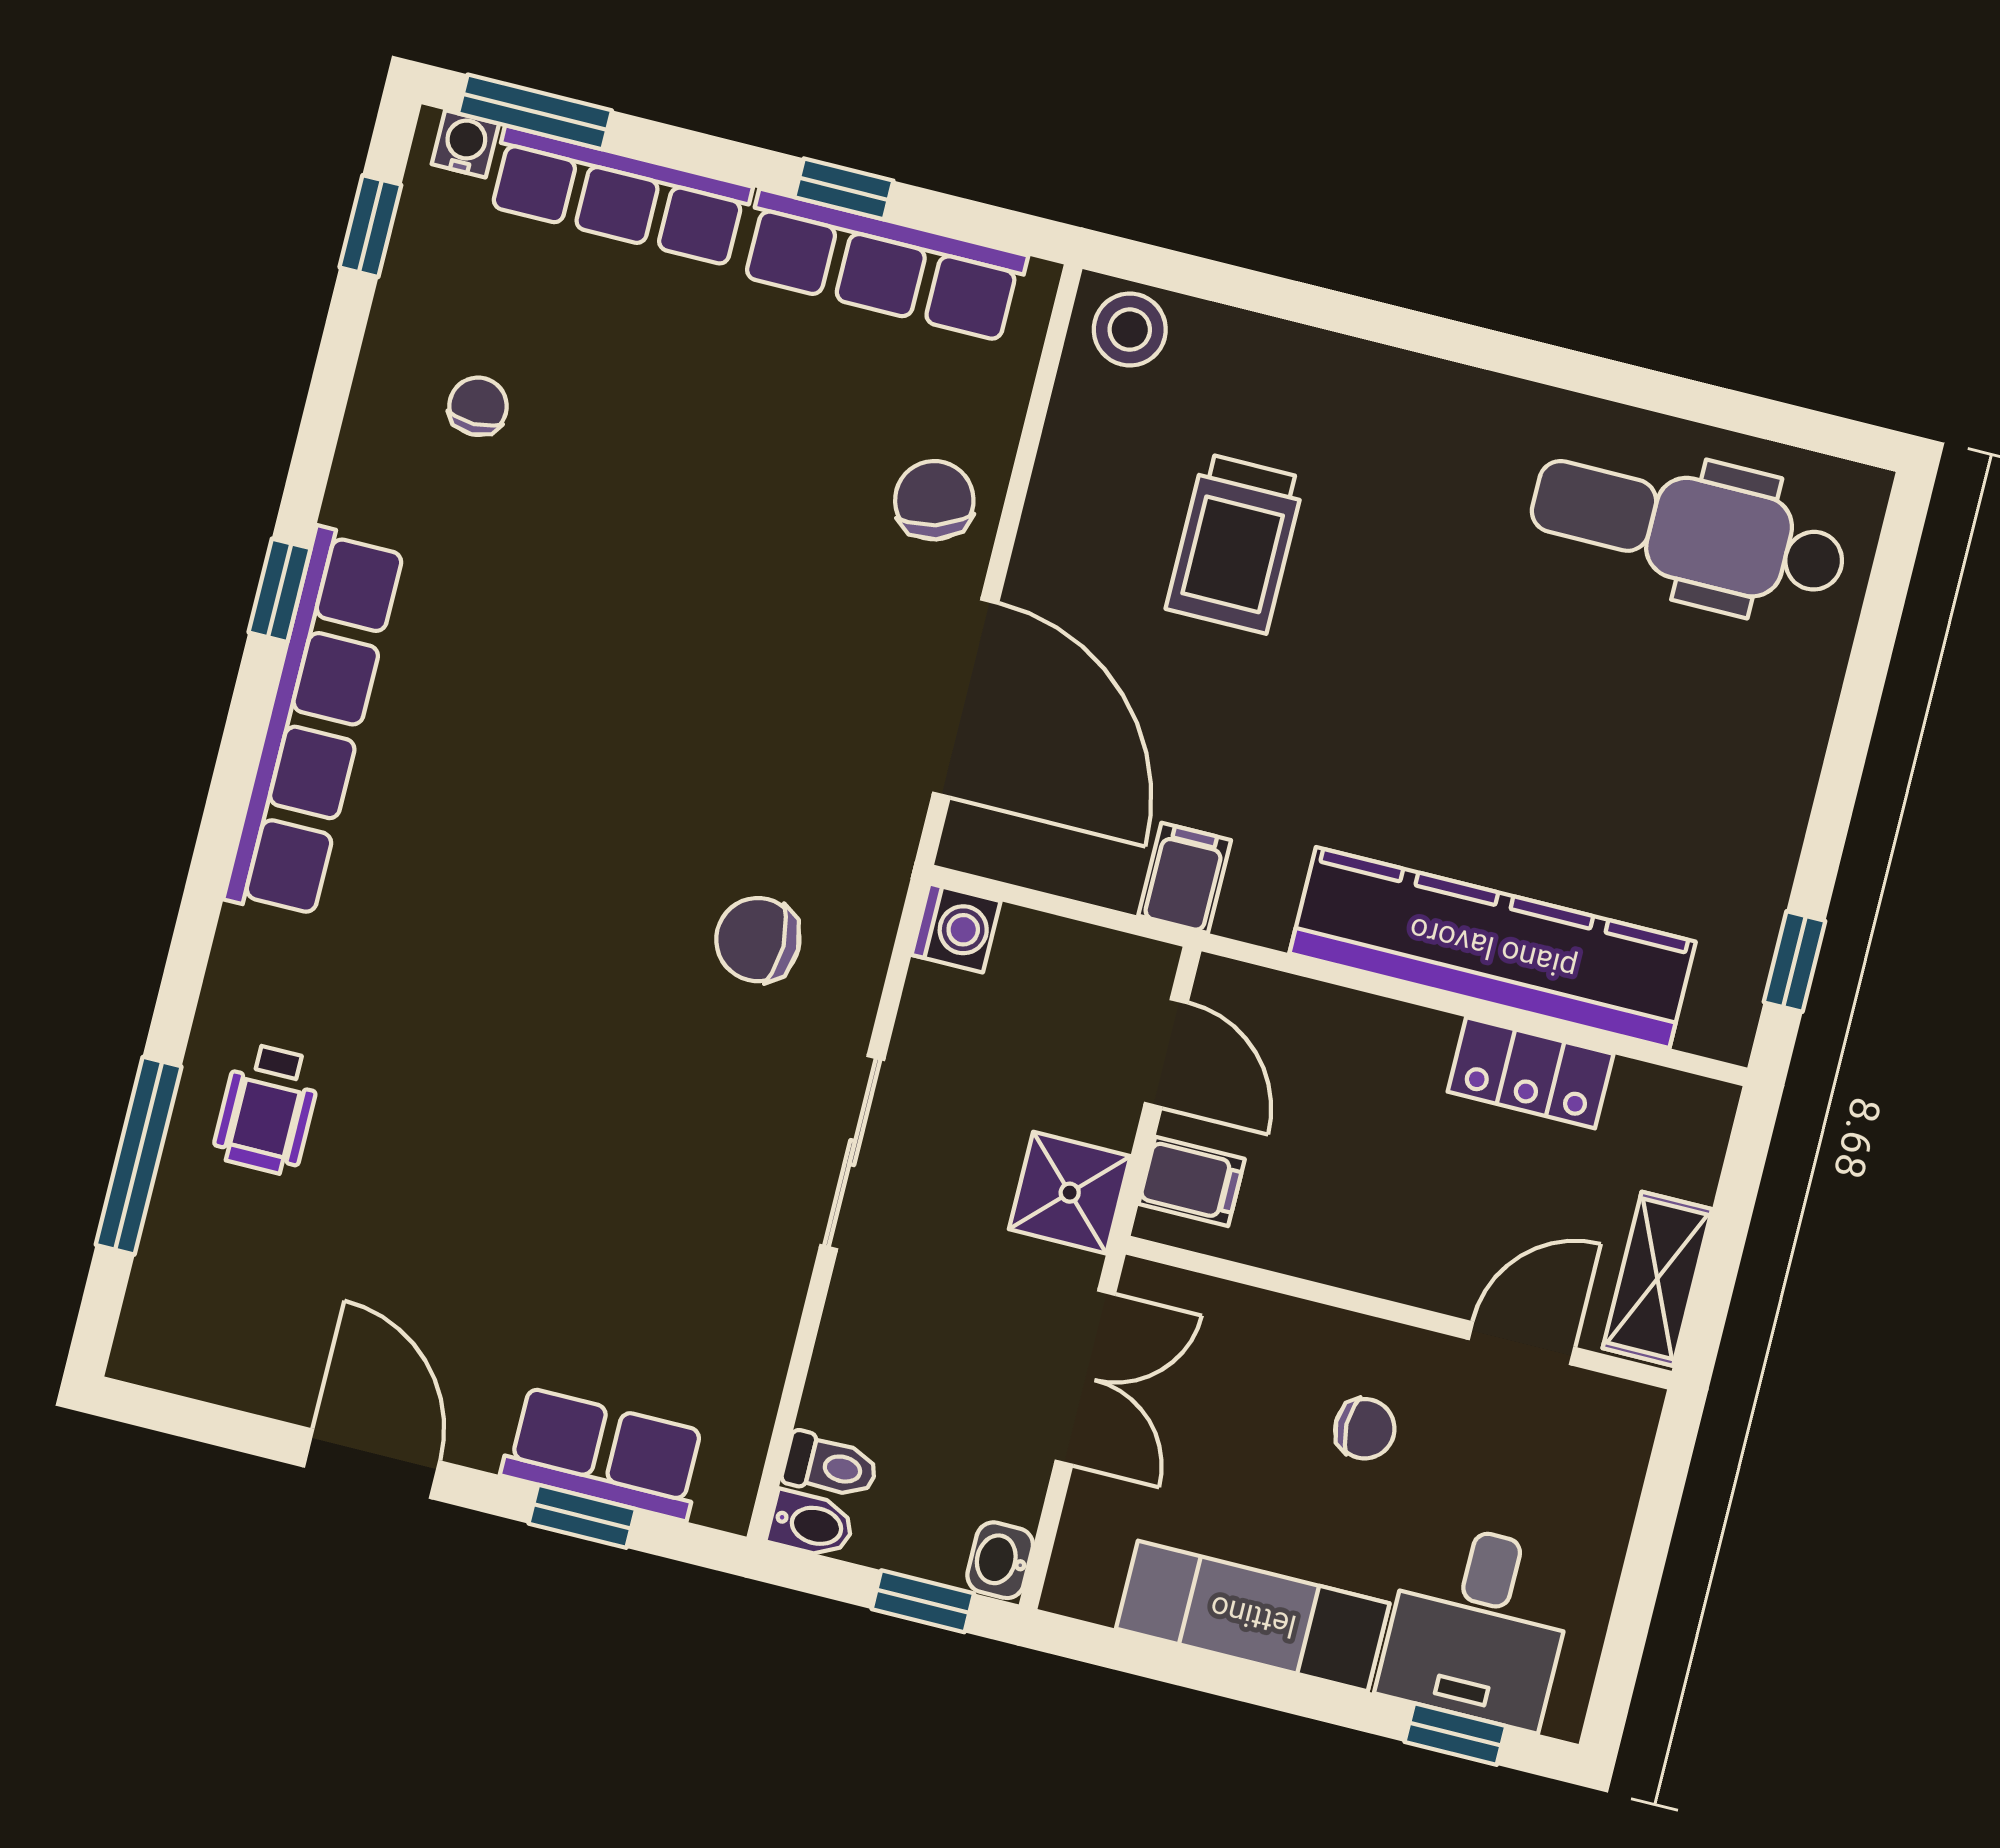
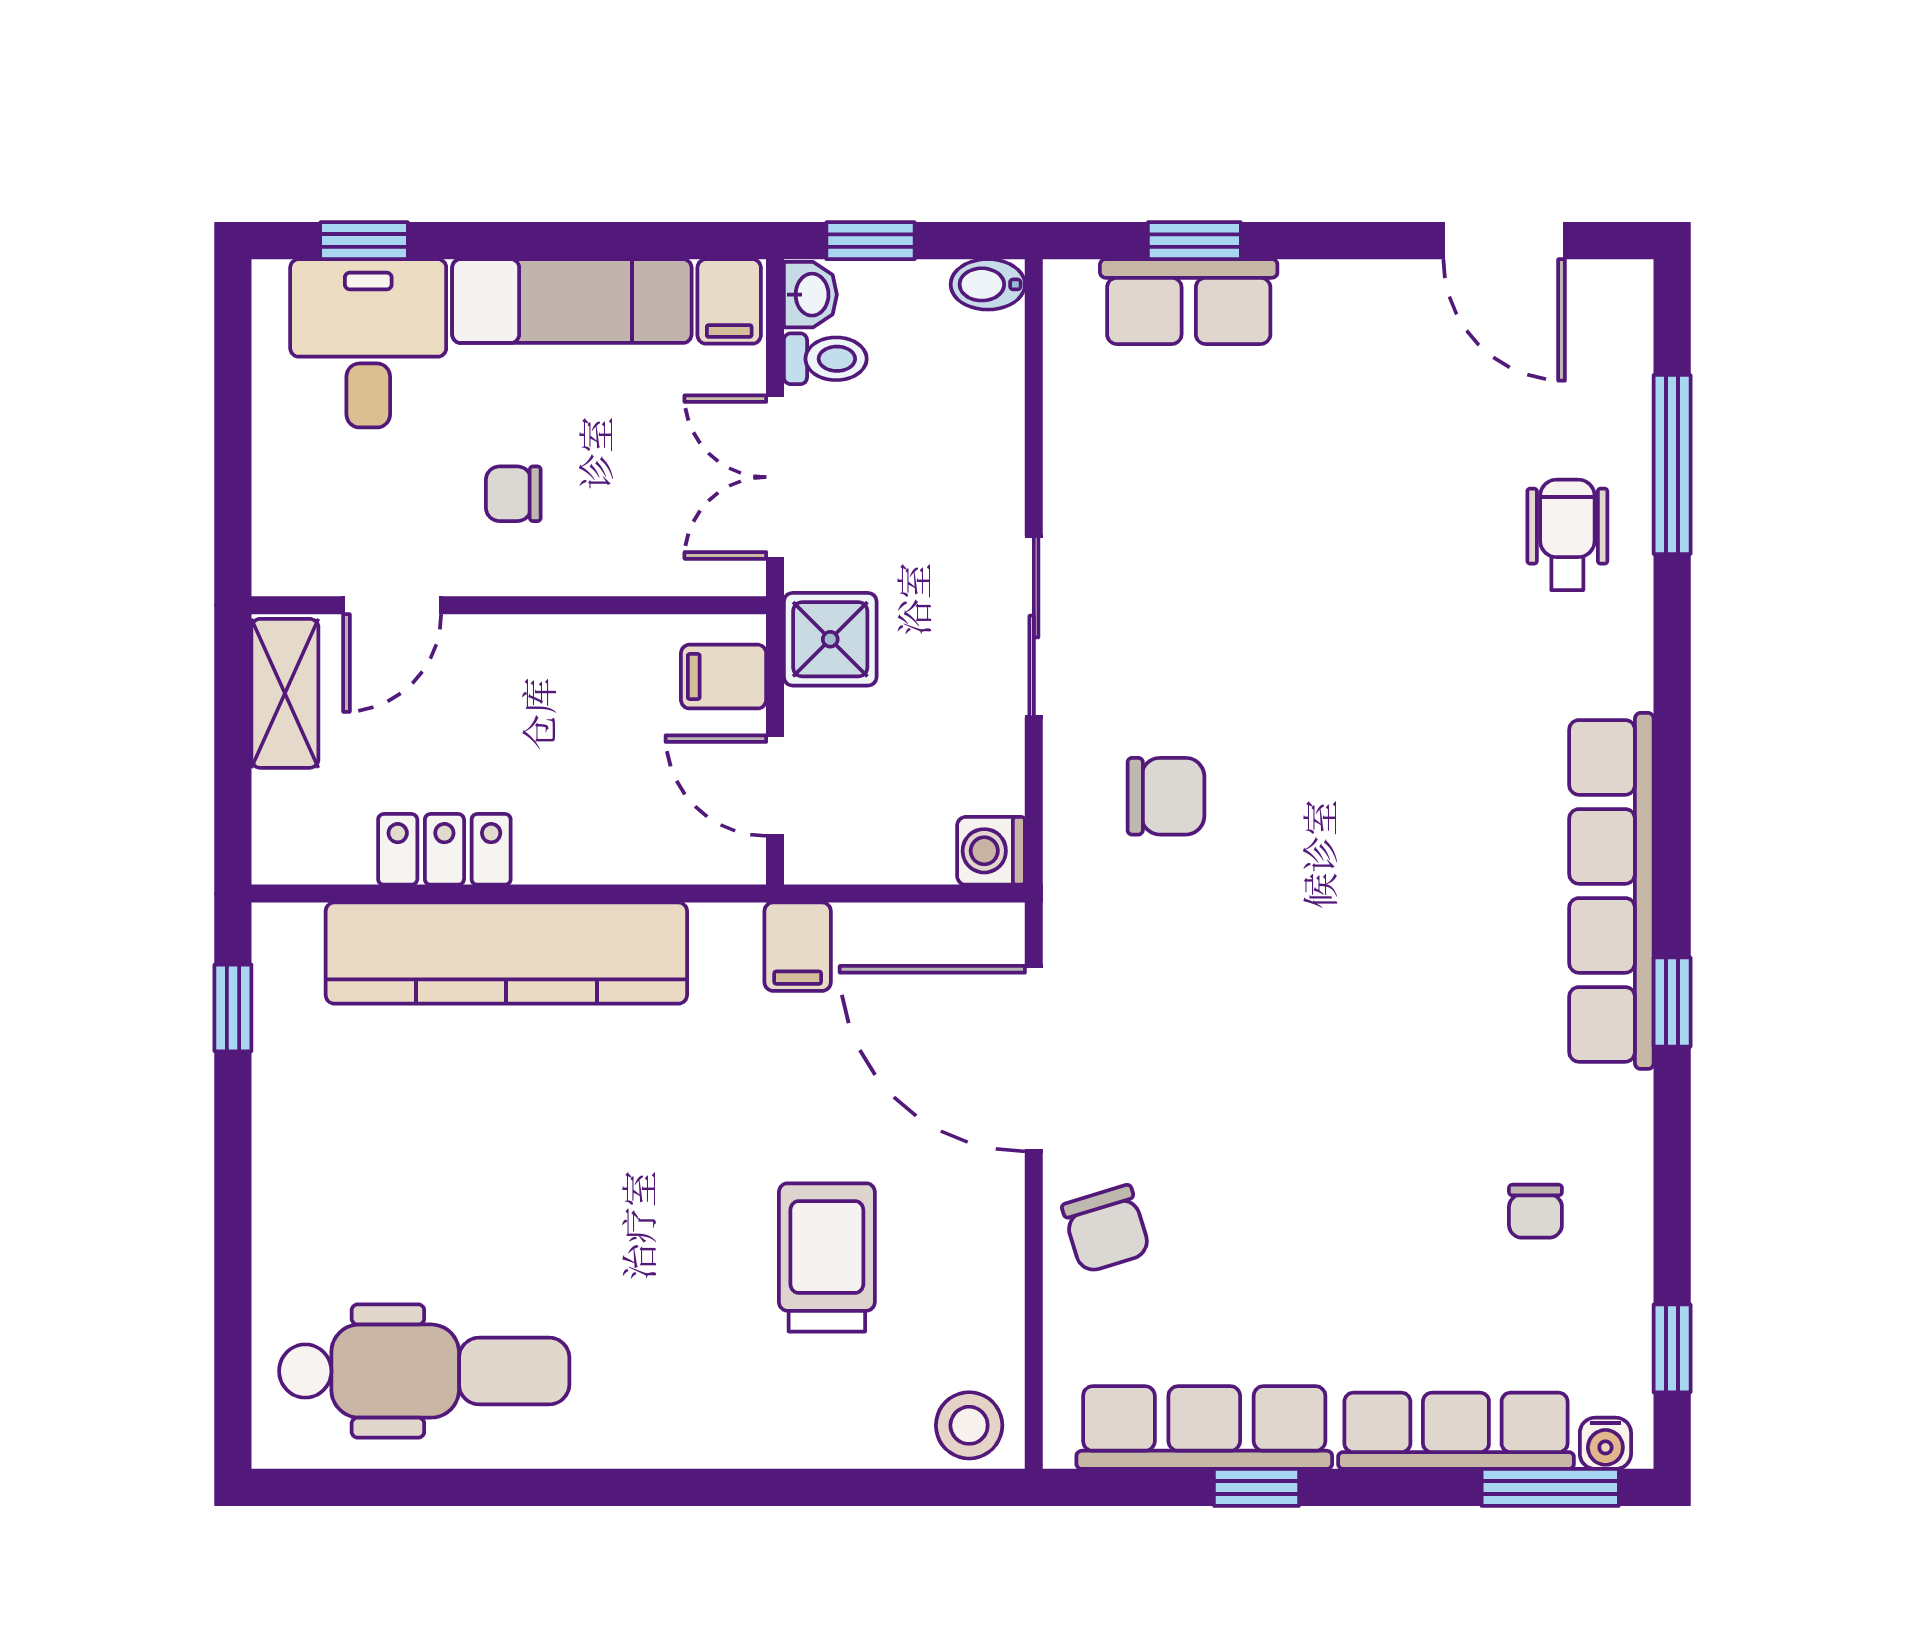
door: (372, 1464) -> (1504, 241), moved
toilet: (830, 1466) -> (825, 359), moved, turned 180
filing cabinet: (1087, 1574) -> (729, 301), added

